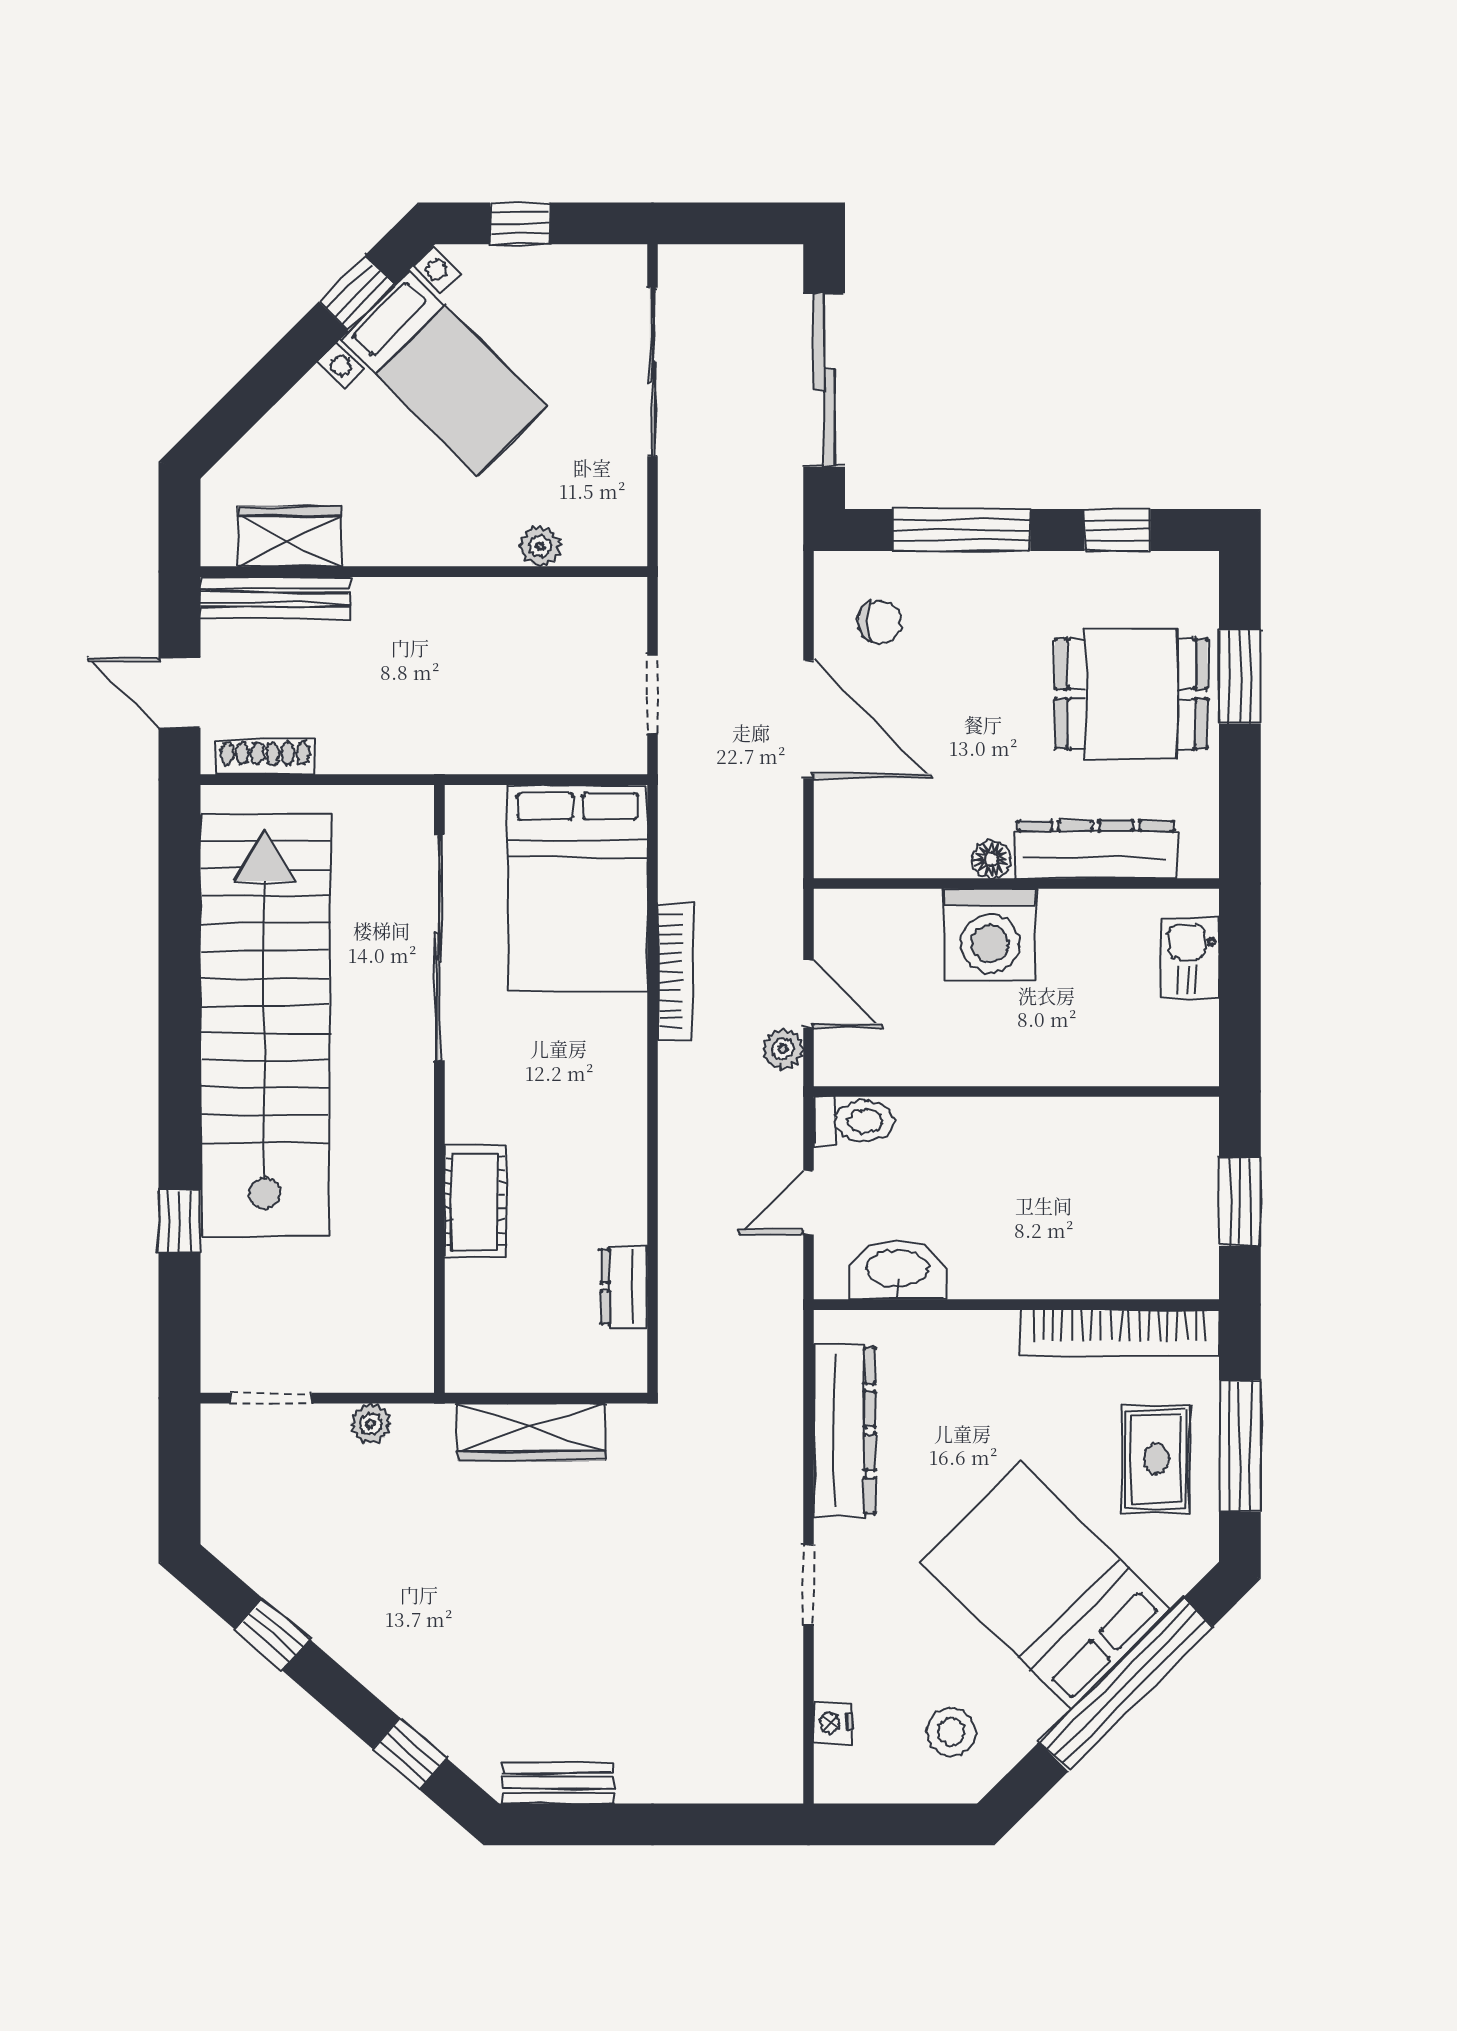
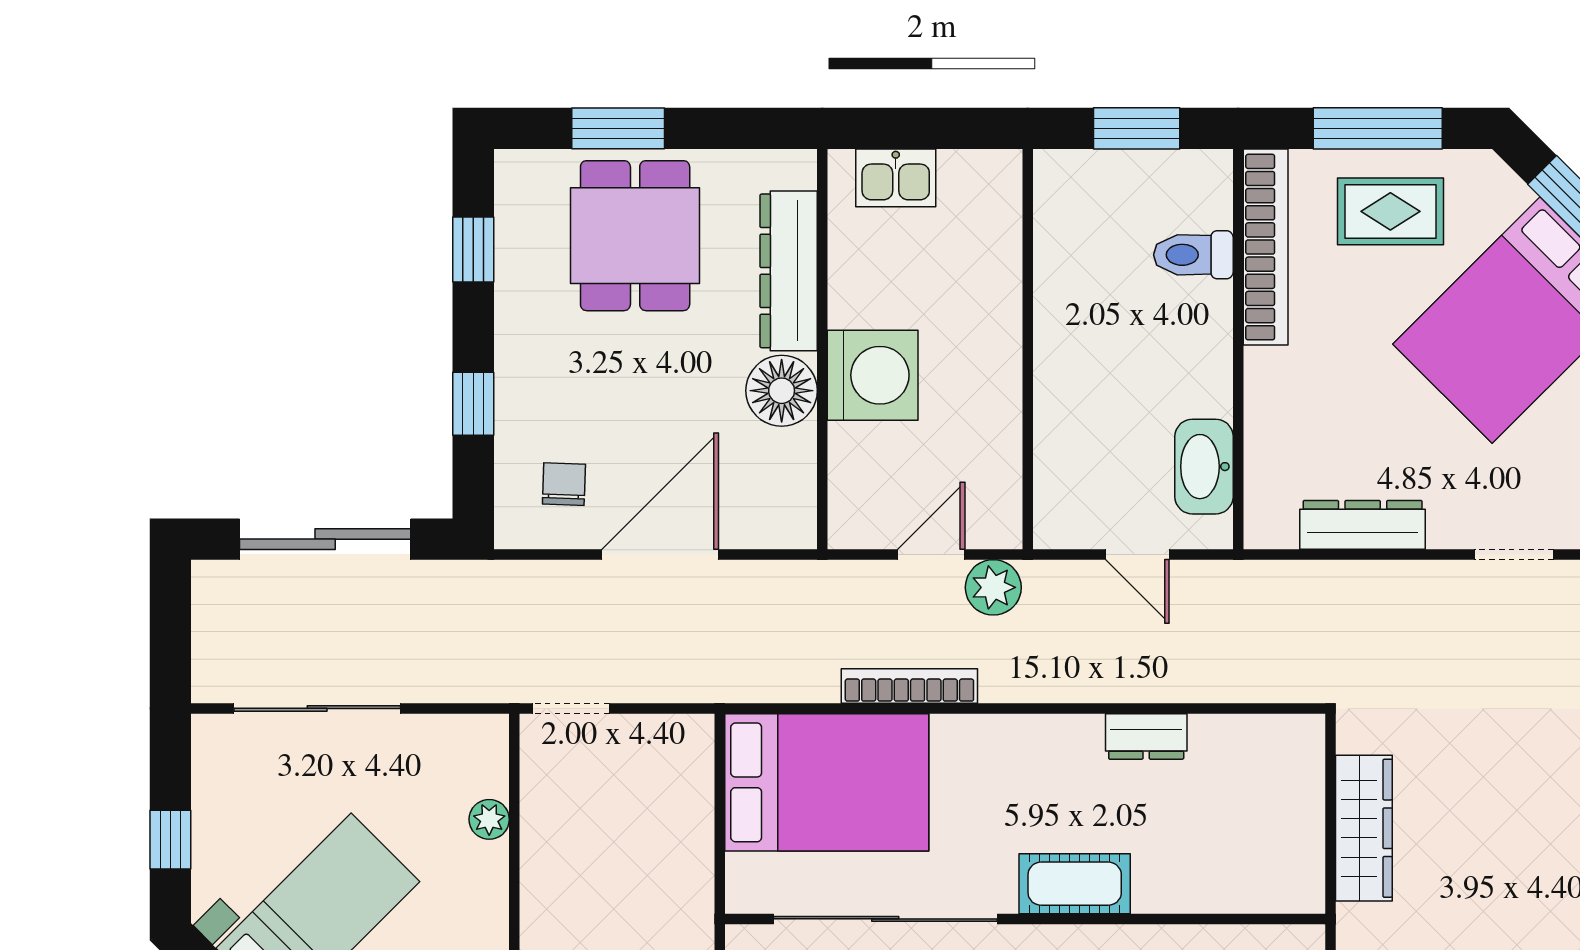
window: (961, 530) -> (473, 404), width x0.46
doorway: (653, 694) -> (571, 708), moved
floor lamp: (991, 859) -> (782, 391), width x1.89, depth x1.89
plant: (783, 1049) -> (993, 587), width x1.38, depth x1.38
toilet: (854, 1121) -> (1193, 255), moved, turned -90
cot: (475, 1201) -> (1075, 884), moved
dresser: (624, 1287) -> (1146, 736), moved
dresser: (845, 1431) -> (1363, 525), width x0.73, depth x0.80

